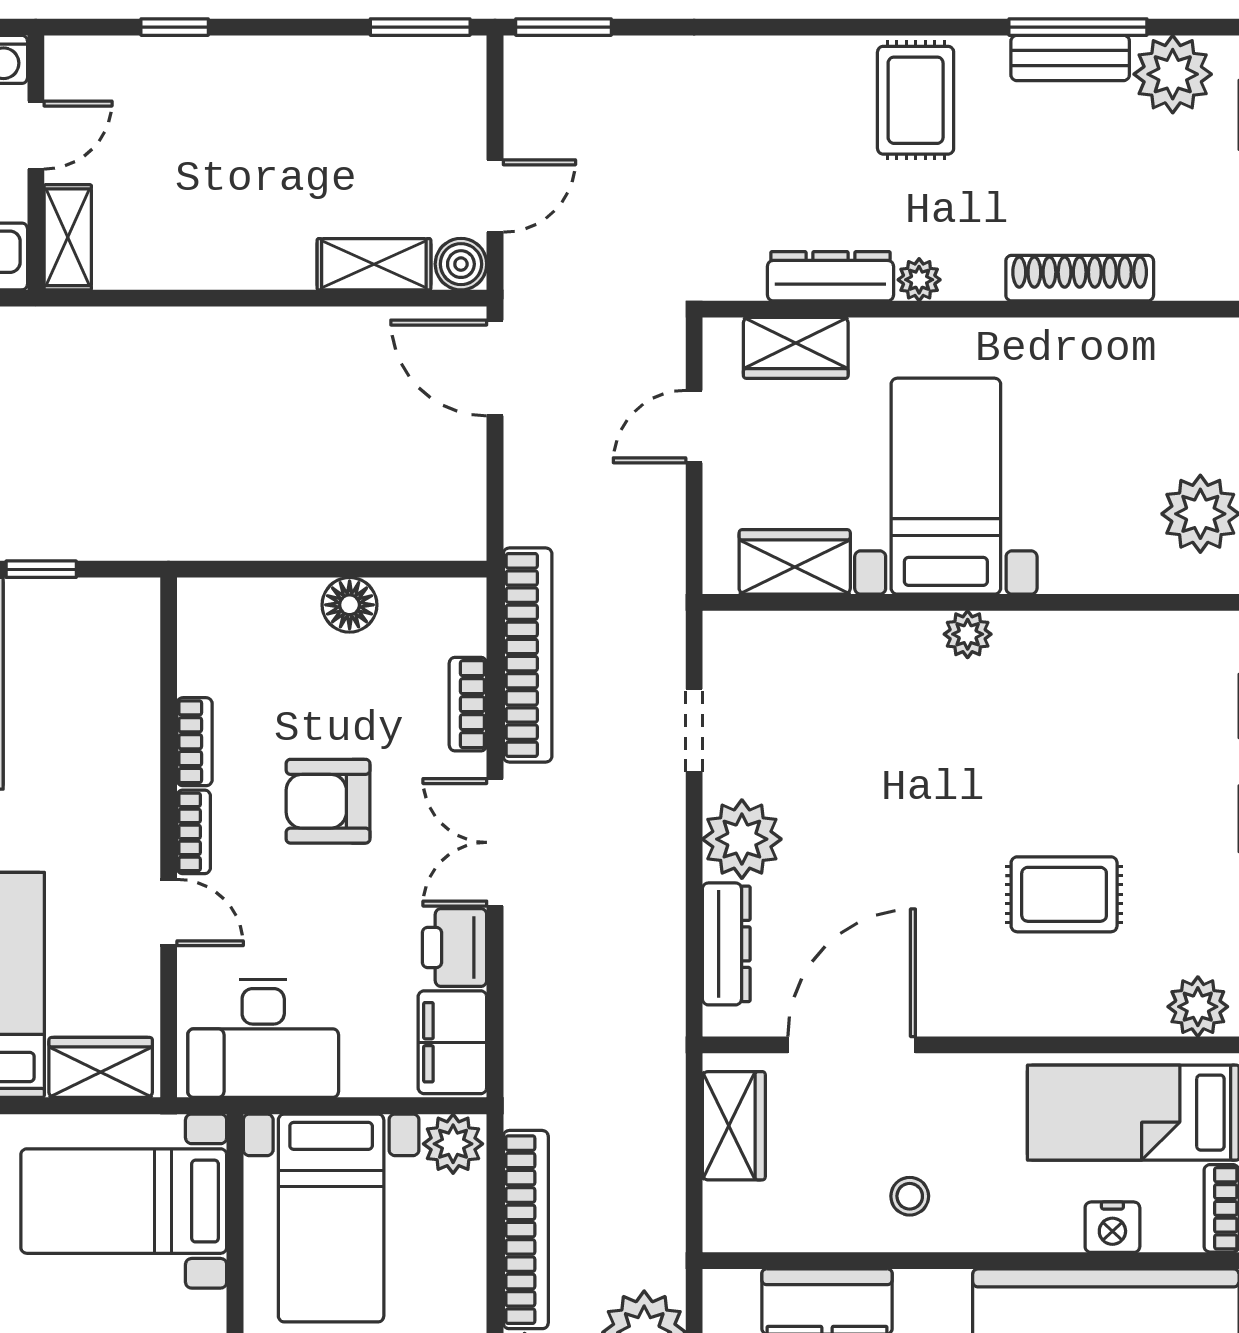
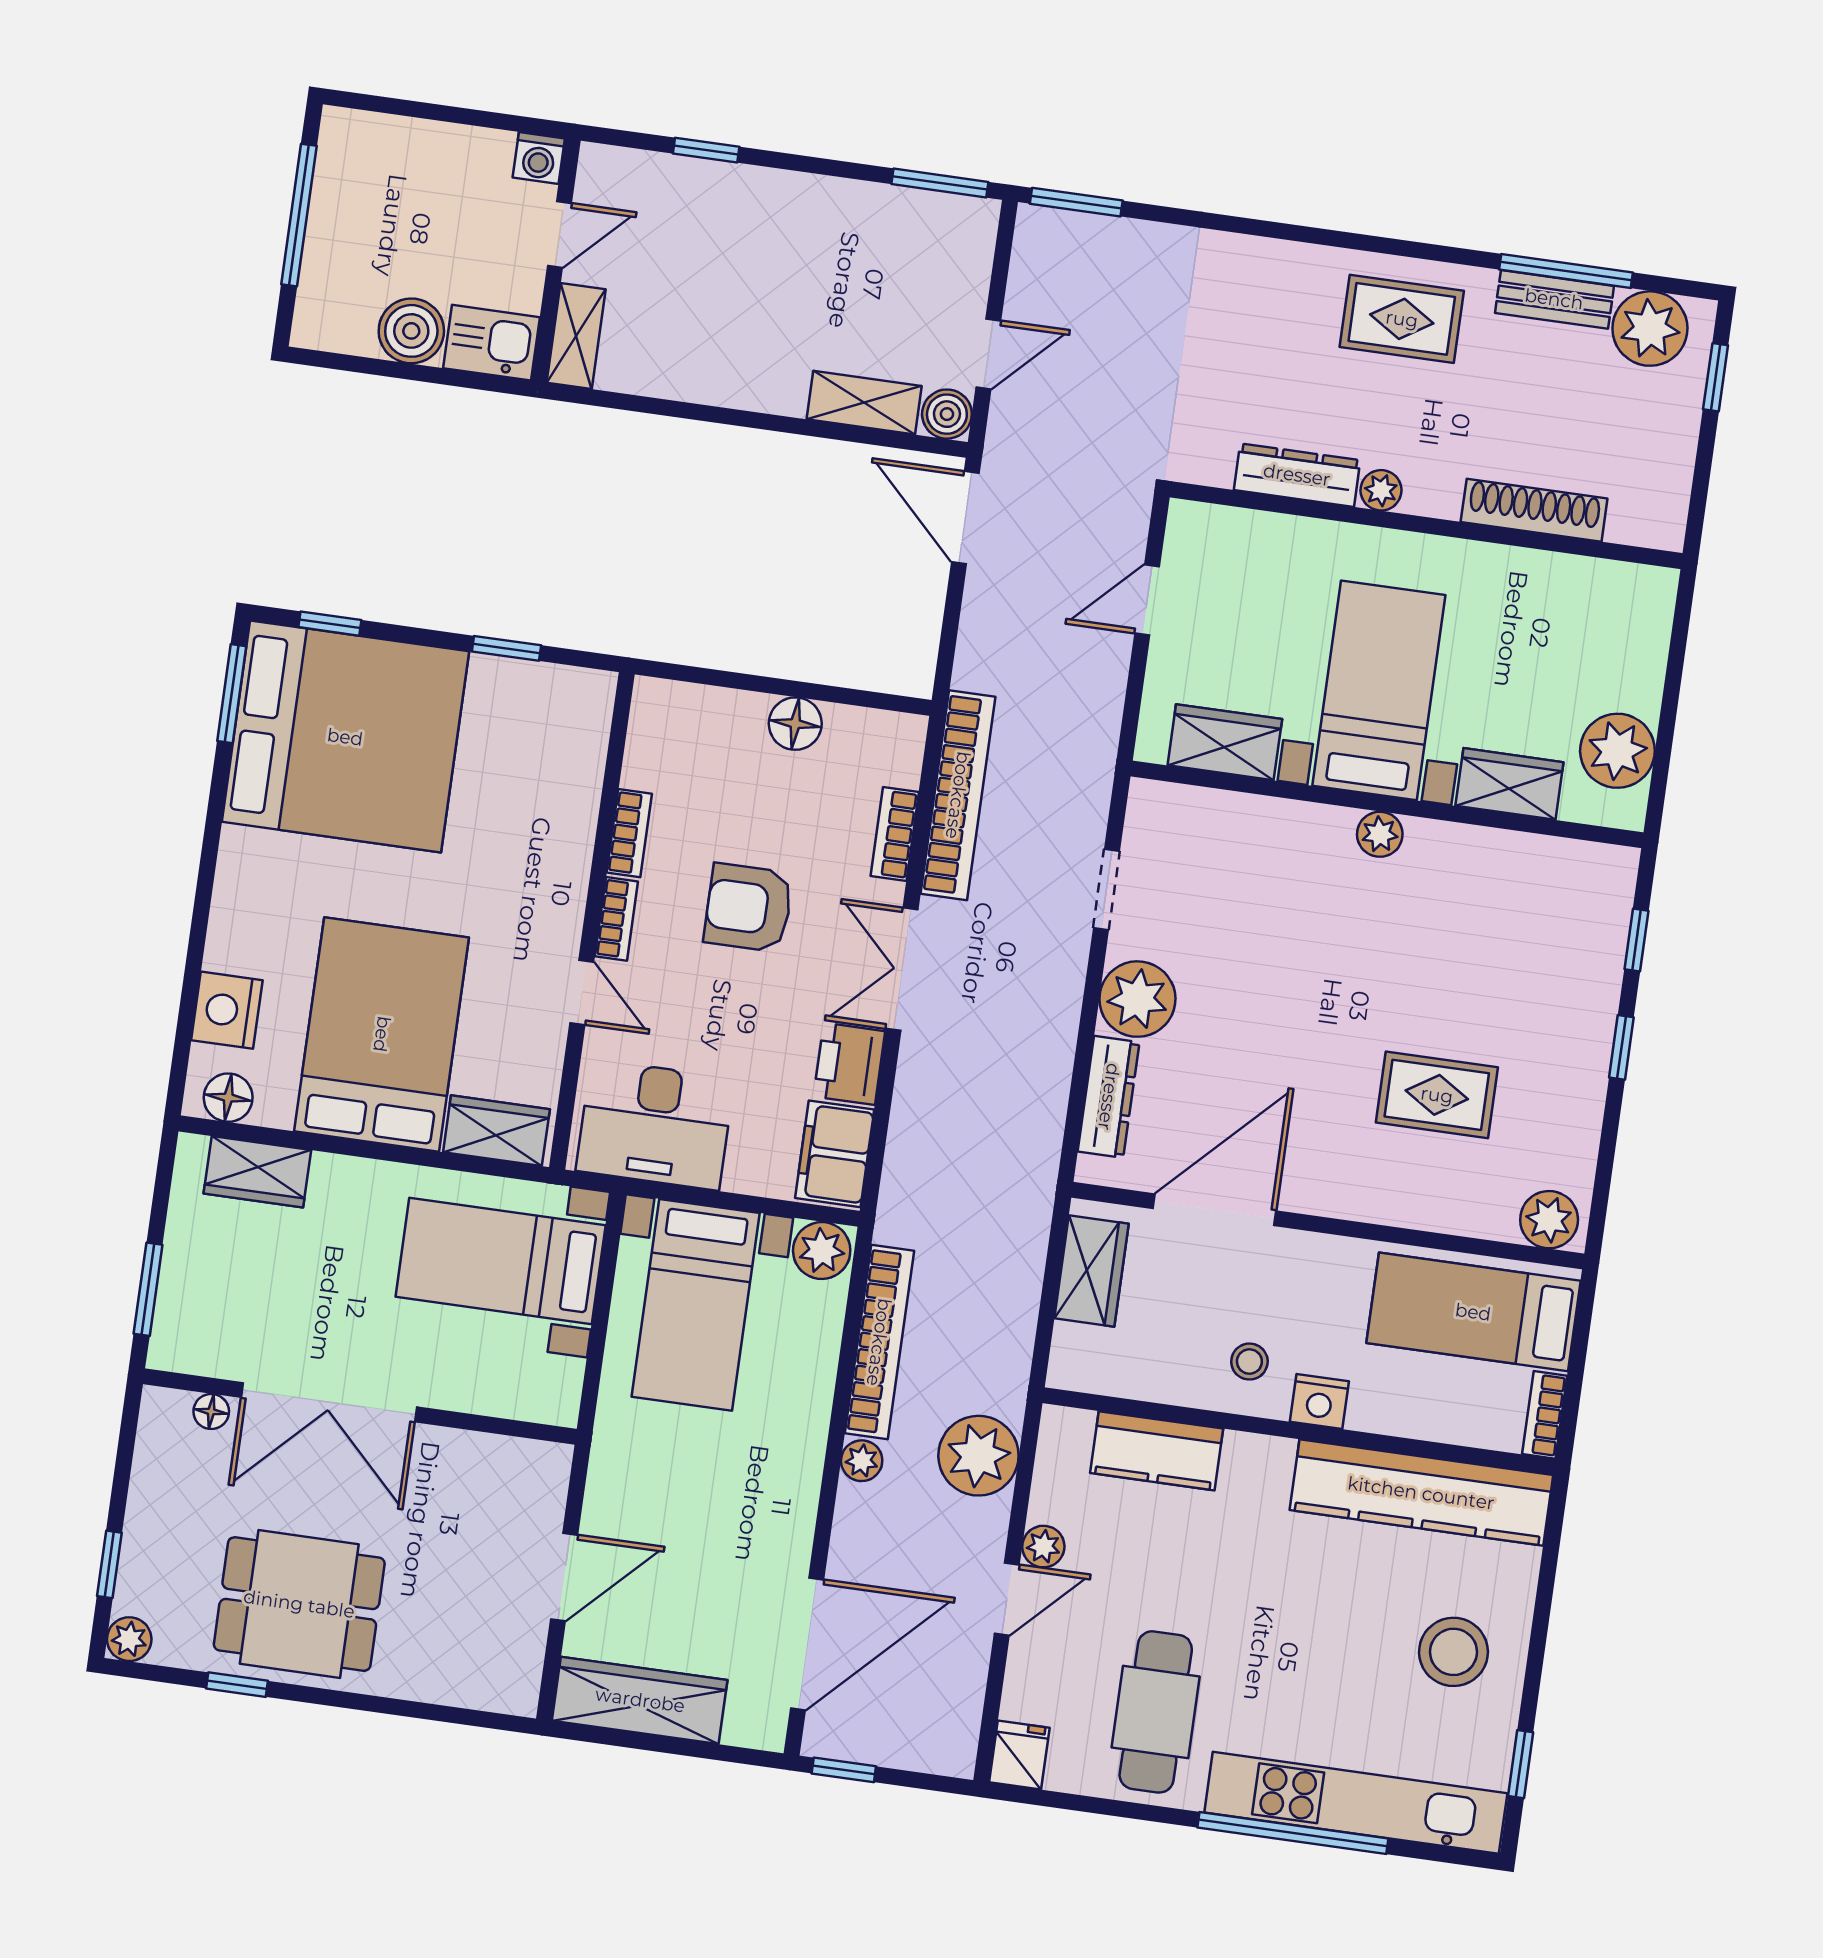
rug: (916, 100) -> (1402, 319), turned 90
wardrobe: (796, 348) -> (1509, 784), moved, turned 180
nightstand: (1112, 1227) -> (1319, 1401), moved

